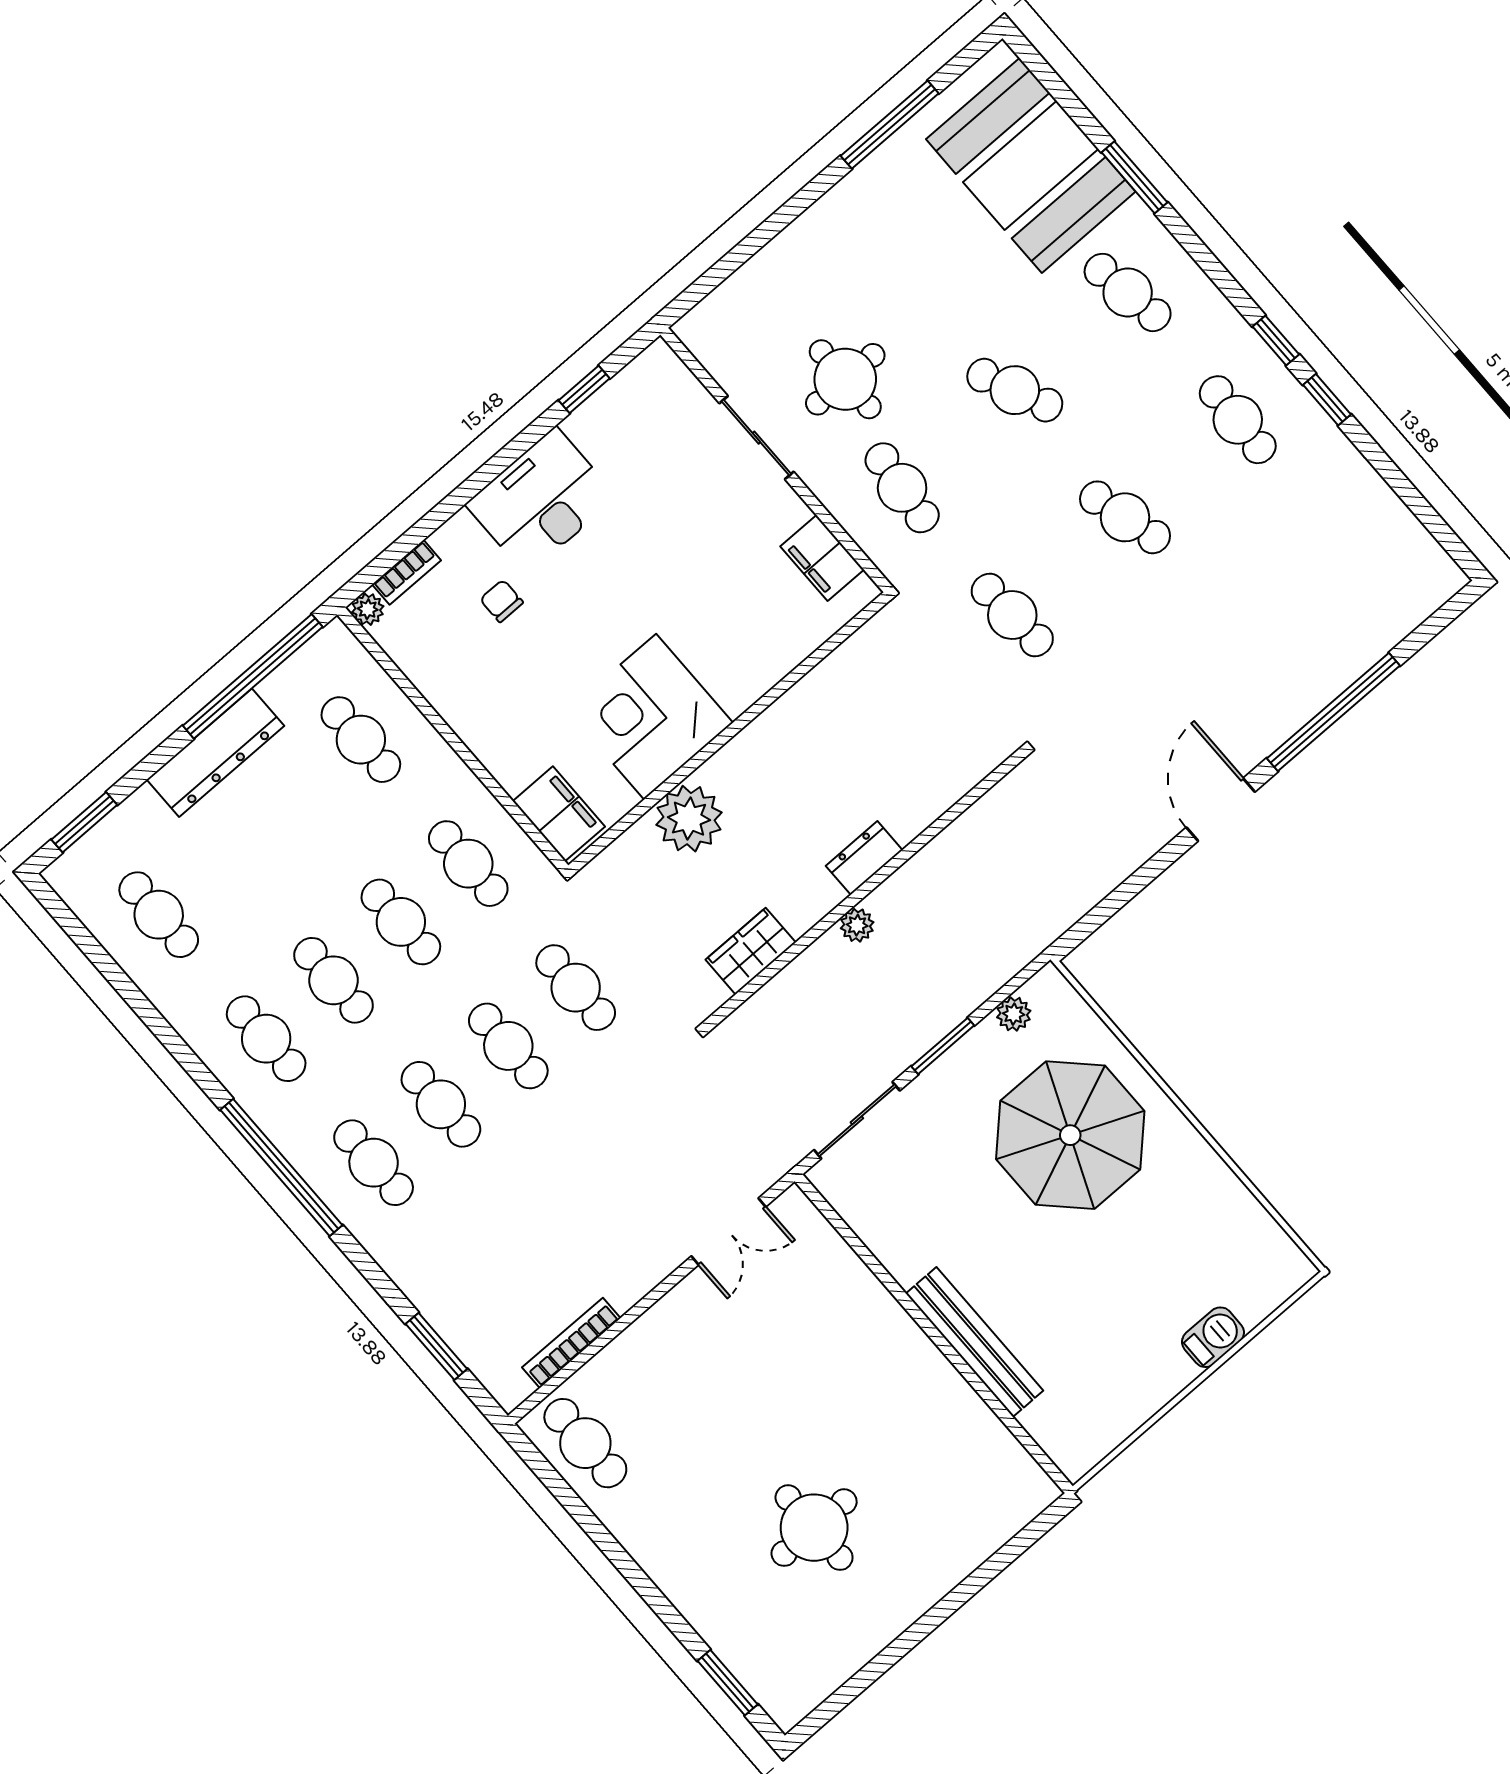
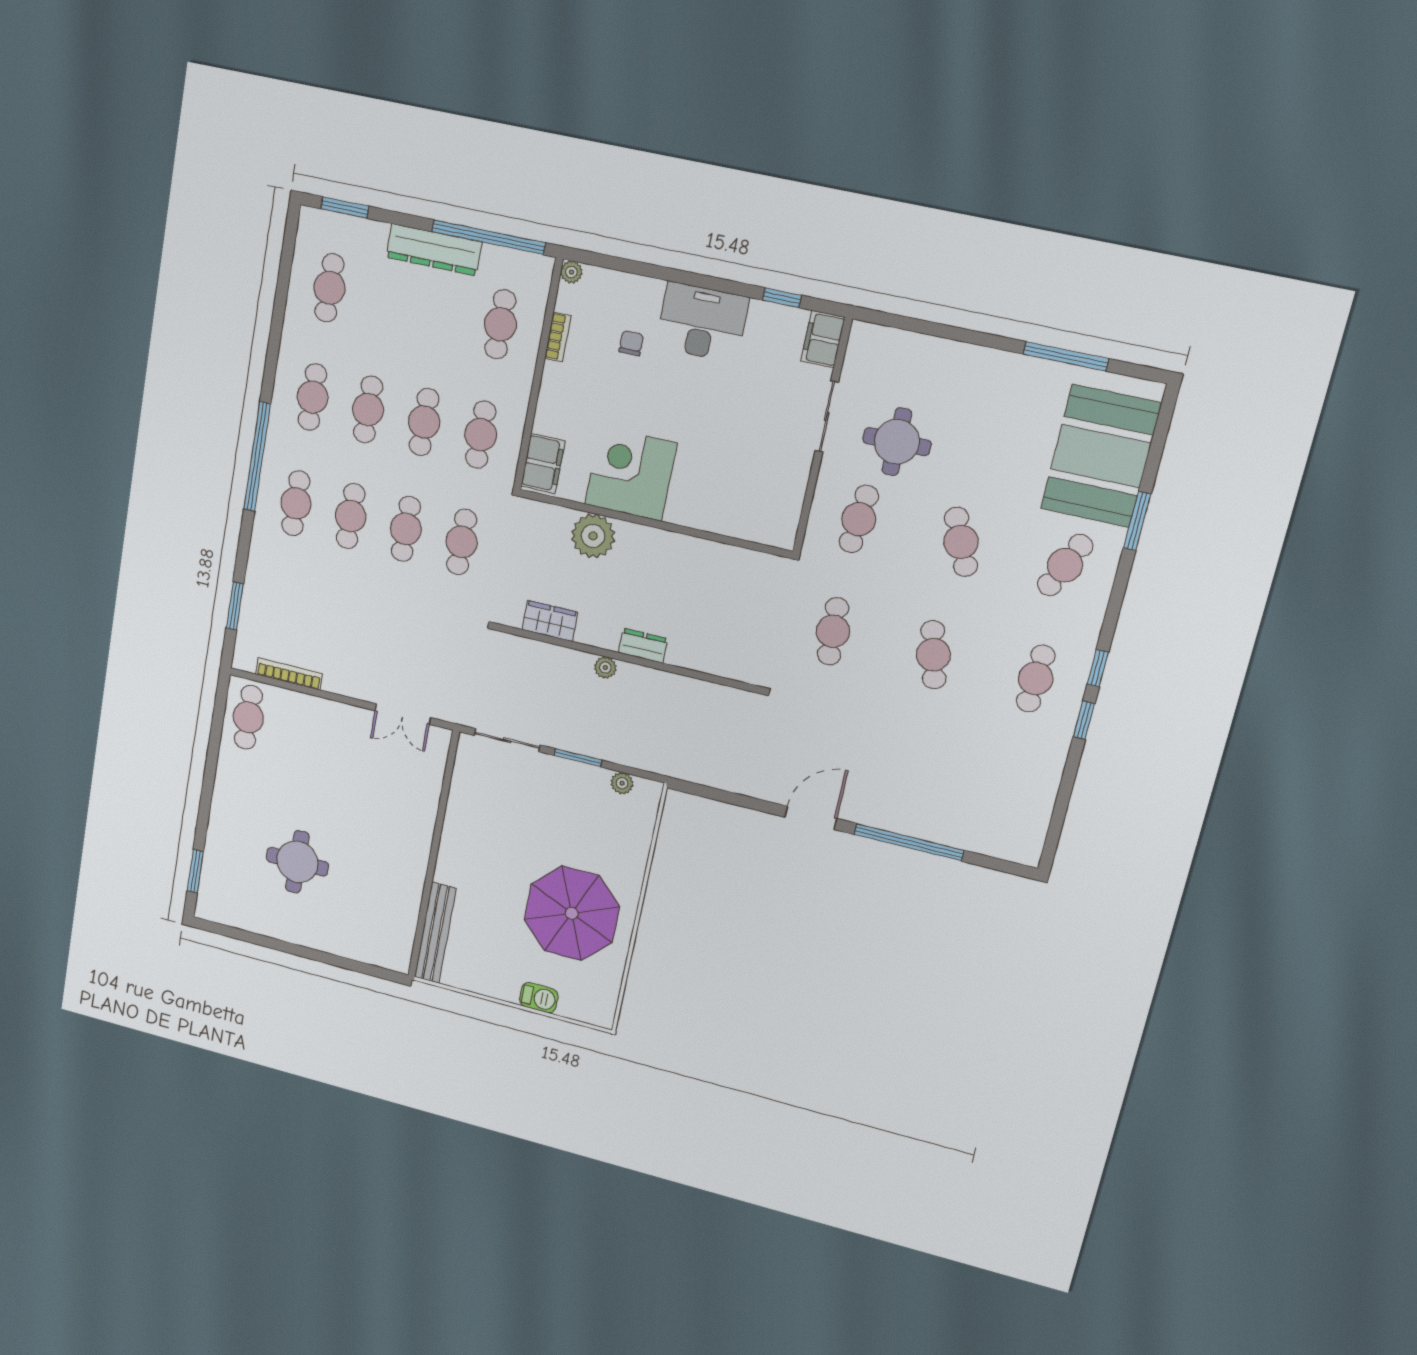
cafe table: (1128, 292) -> (1065, 565), turned 33
filing cabinet: (822, 558) -> (823, 339), moved
bookcase: (407, 572) -> (558, 337), moved, turned -90
parasol: (1070, 1135) -> (572, 913), moved
bench: (975, 1342) -> (435, 933), moved

